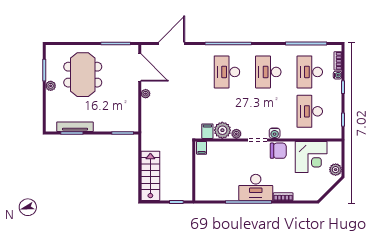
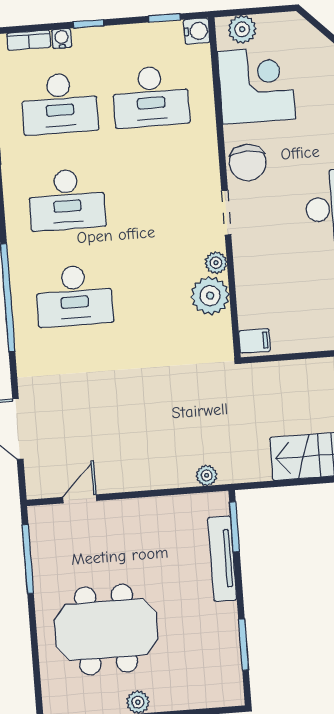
door: (140, 68) -> (80, 499), width x0.53
plant: (146, 94) -> (207, 475), moved
tv unit: (75, 127) -> (222, 559), moved
filing cabinet: (207, 131) -> (215, 330), removed
water cooler: (275, 133) -> (197, 31), moved
chair: (278, 151) -> (248, 162), turned 180
plant: (336, 170) -> (242, 29), moved

